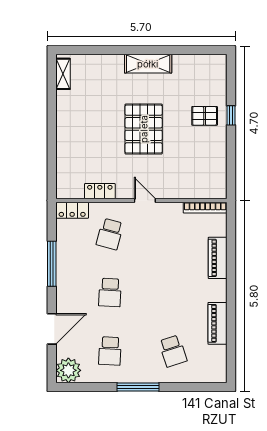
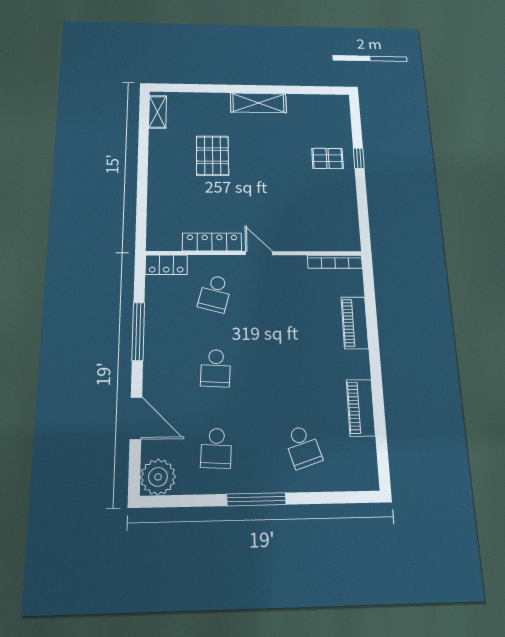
pallet: (144, 129) -> (212, 156), moved, width x0.73, depth x0.71
locker: (100, 191) -> (212, 242), width x1.53
door: (52, 329) -> (136, 418), hinge flipped

